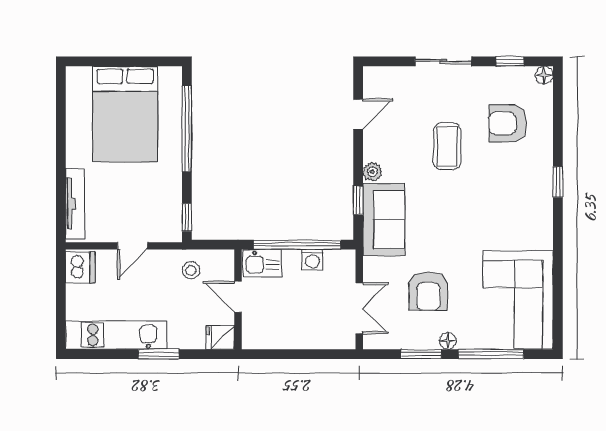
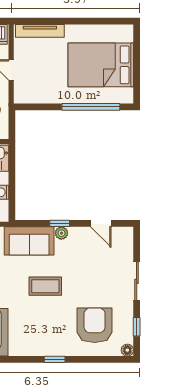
armchair: (508, 123) -> (95, 325), width x1.36, depth x1.36
coffee table: (447, 146) -> (45, 286), moved
window: (358, 200) -> (60, 223), moved
window: (187, 217) -> (31, 107), removed
window: (297, 245) -> (12, 182), removed

